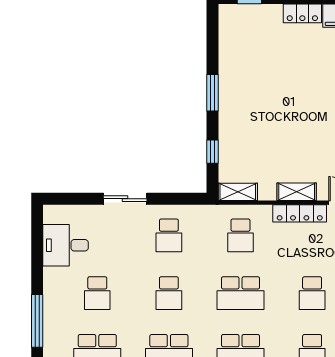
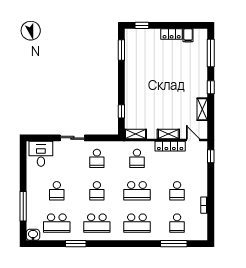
window: (212, 93) -> (121, 50), moved
desk: (66, 245) -> (41, 154), moved, turned 90

